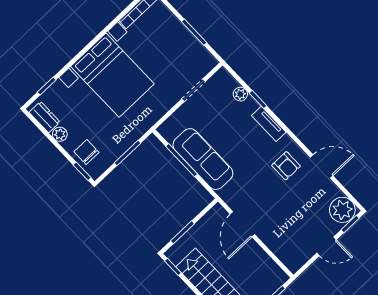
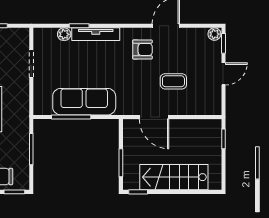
tv unit: (269, 124) -> (96, 34), width x1.41
plant: (342, 210) -> (214, 34), width x0.53, depth x0.53
coffee table: (284, 213) -> (173, 81), added

